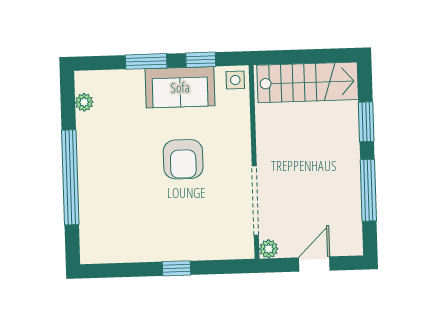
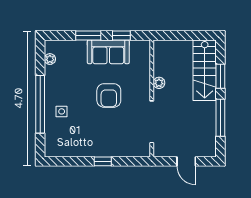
side table: (235, 80) -> (62, 111), moved
stairs: (308, 82) -> (205, 70), moved, turned 90
plant: (269, 249) -> (159, 83), moved
door: (314, 264) -> (186, 161), swing flipped

